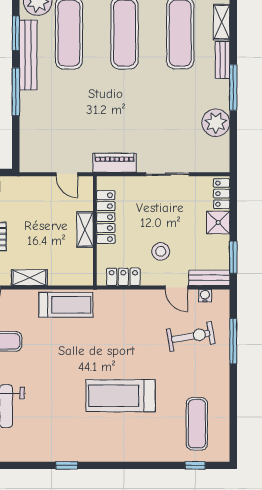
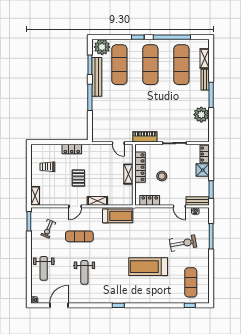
stool: (161, 251) -> (162, 176), moved
exercise bike: (191, 336) -> (183, 243), moved

